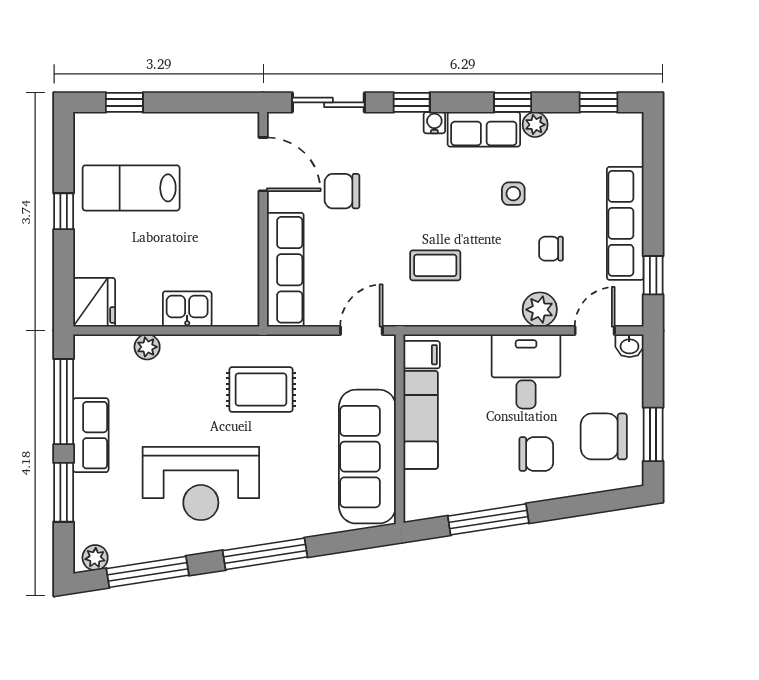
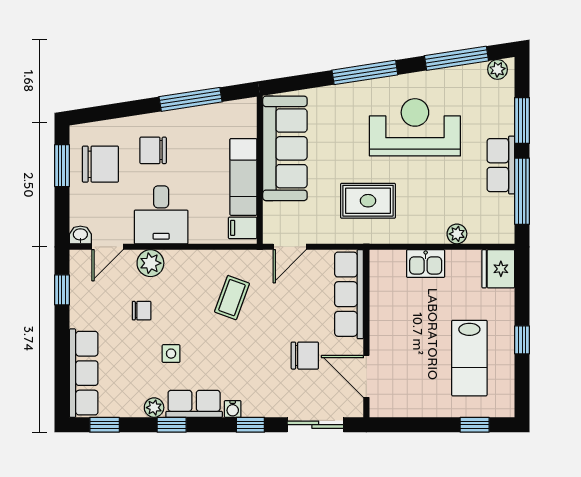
lab bench: (131, 188) -> (469, 358), turned 90
row of seats: (625, 223) -> (84, 373), moved
coffee table: (435, 265) -> (232, 298), turned -70

